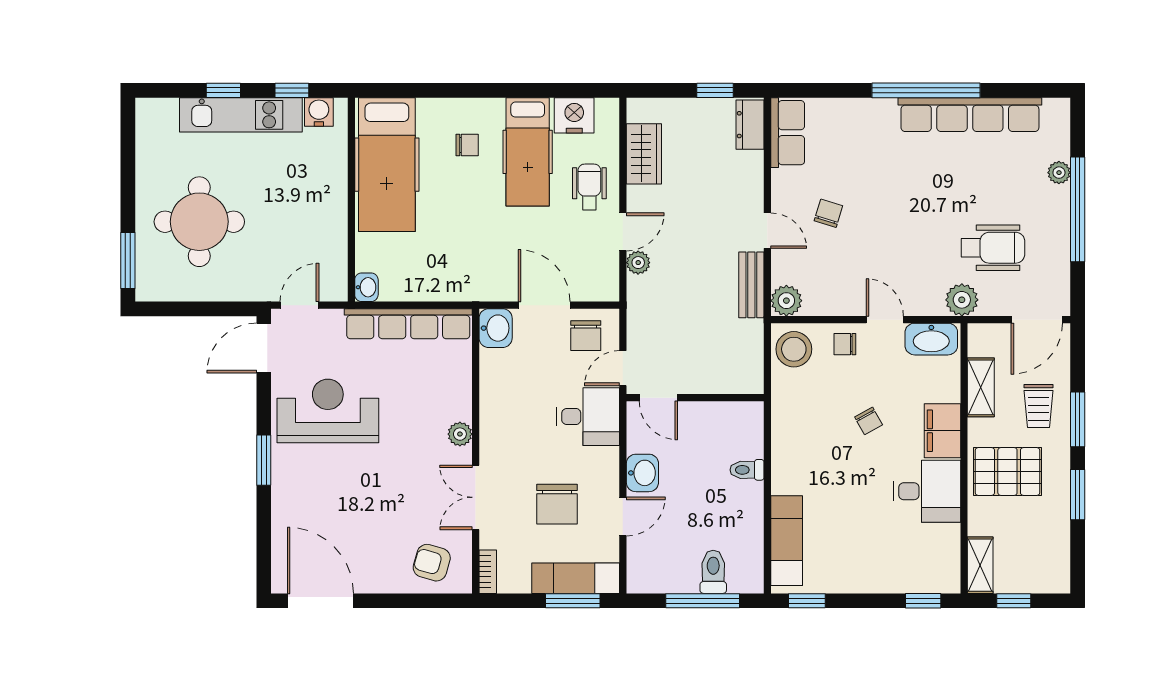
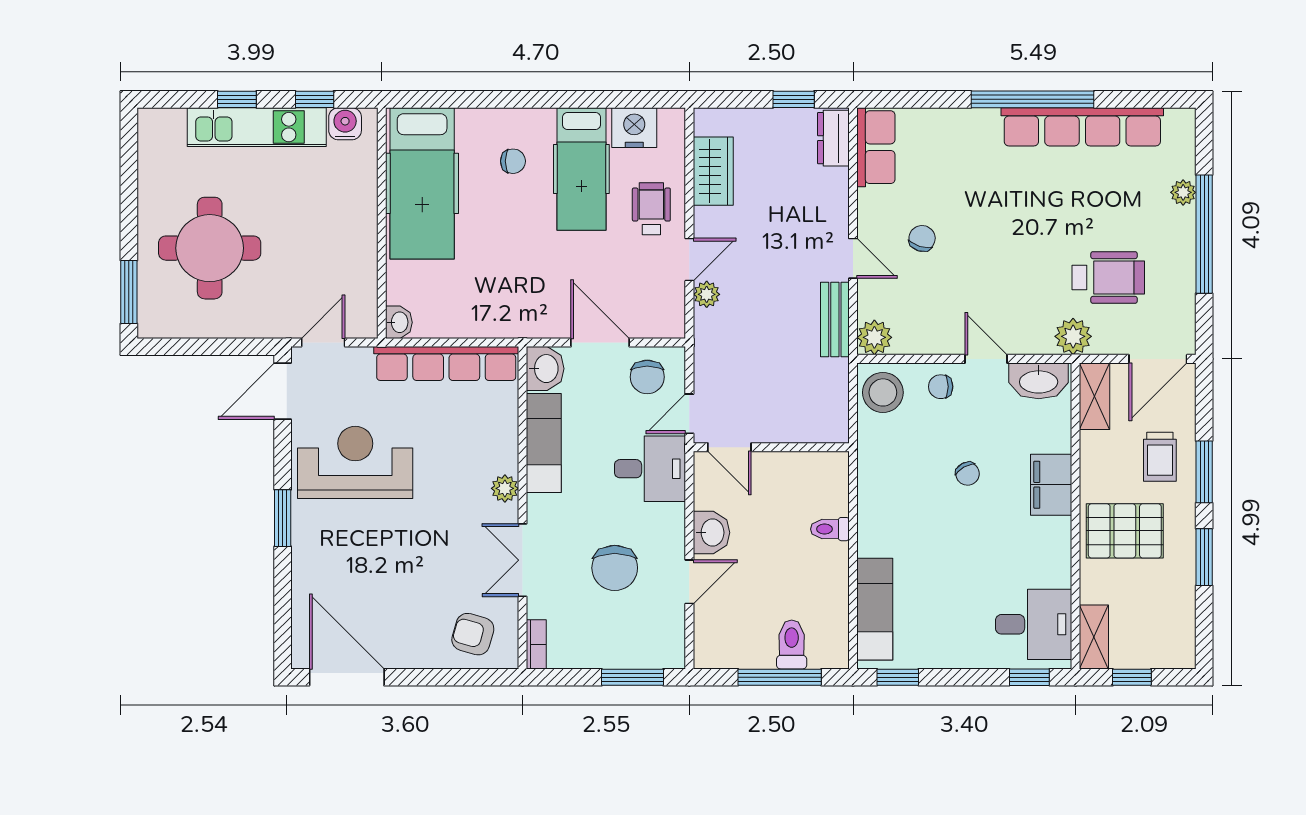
shelving: (981, 387) -> (1095, 396), moved
desk: (927, 491) -> (1034, 624), moved
exam couch: (576, 578) -> (544, 443), moved, turned 90

